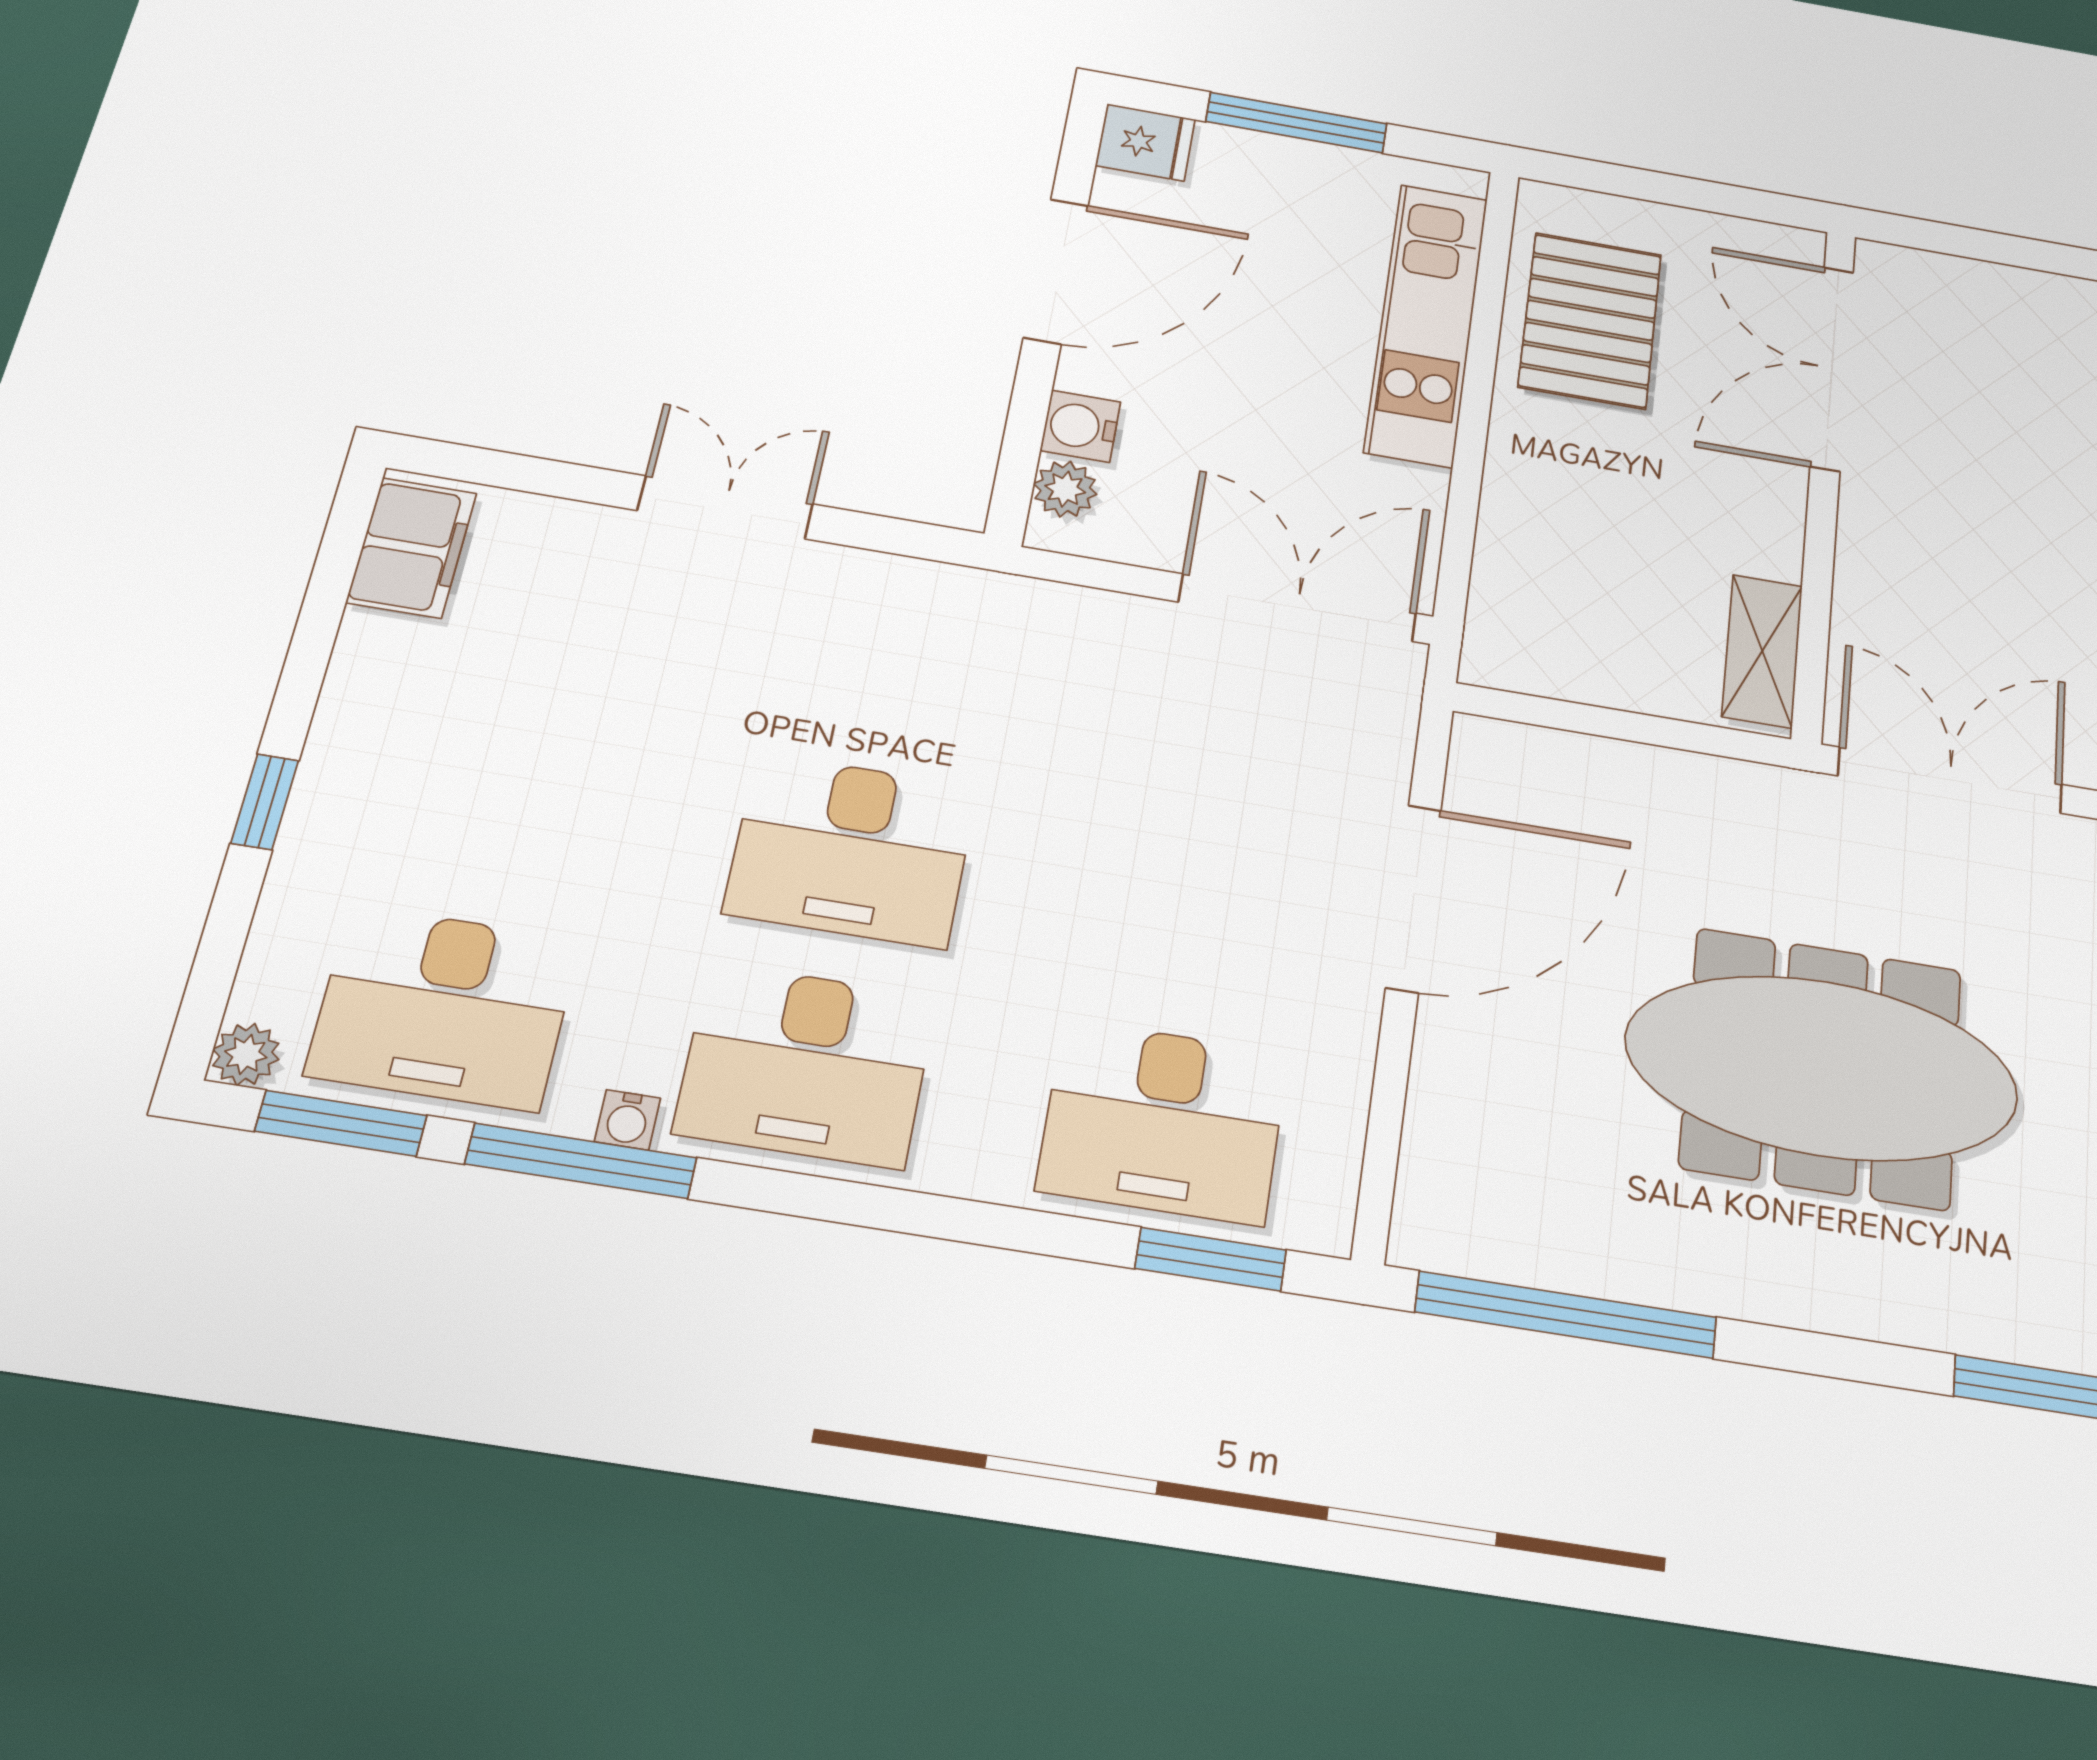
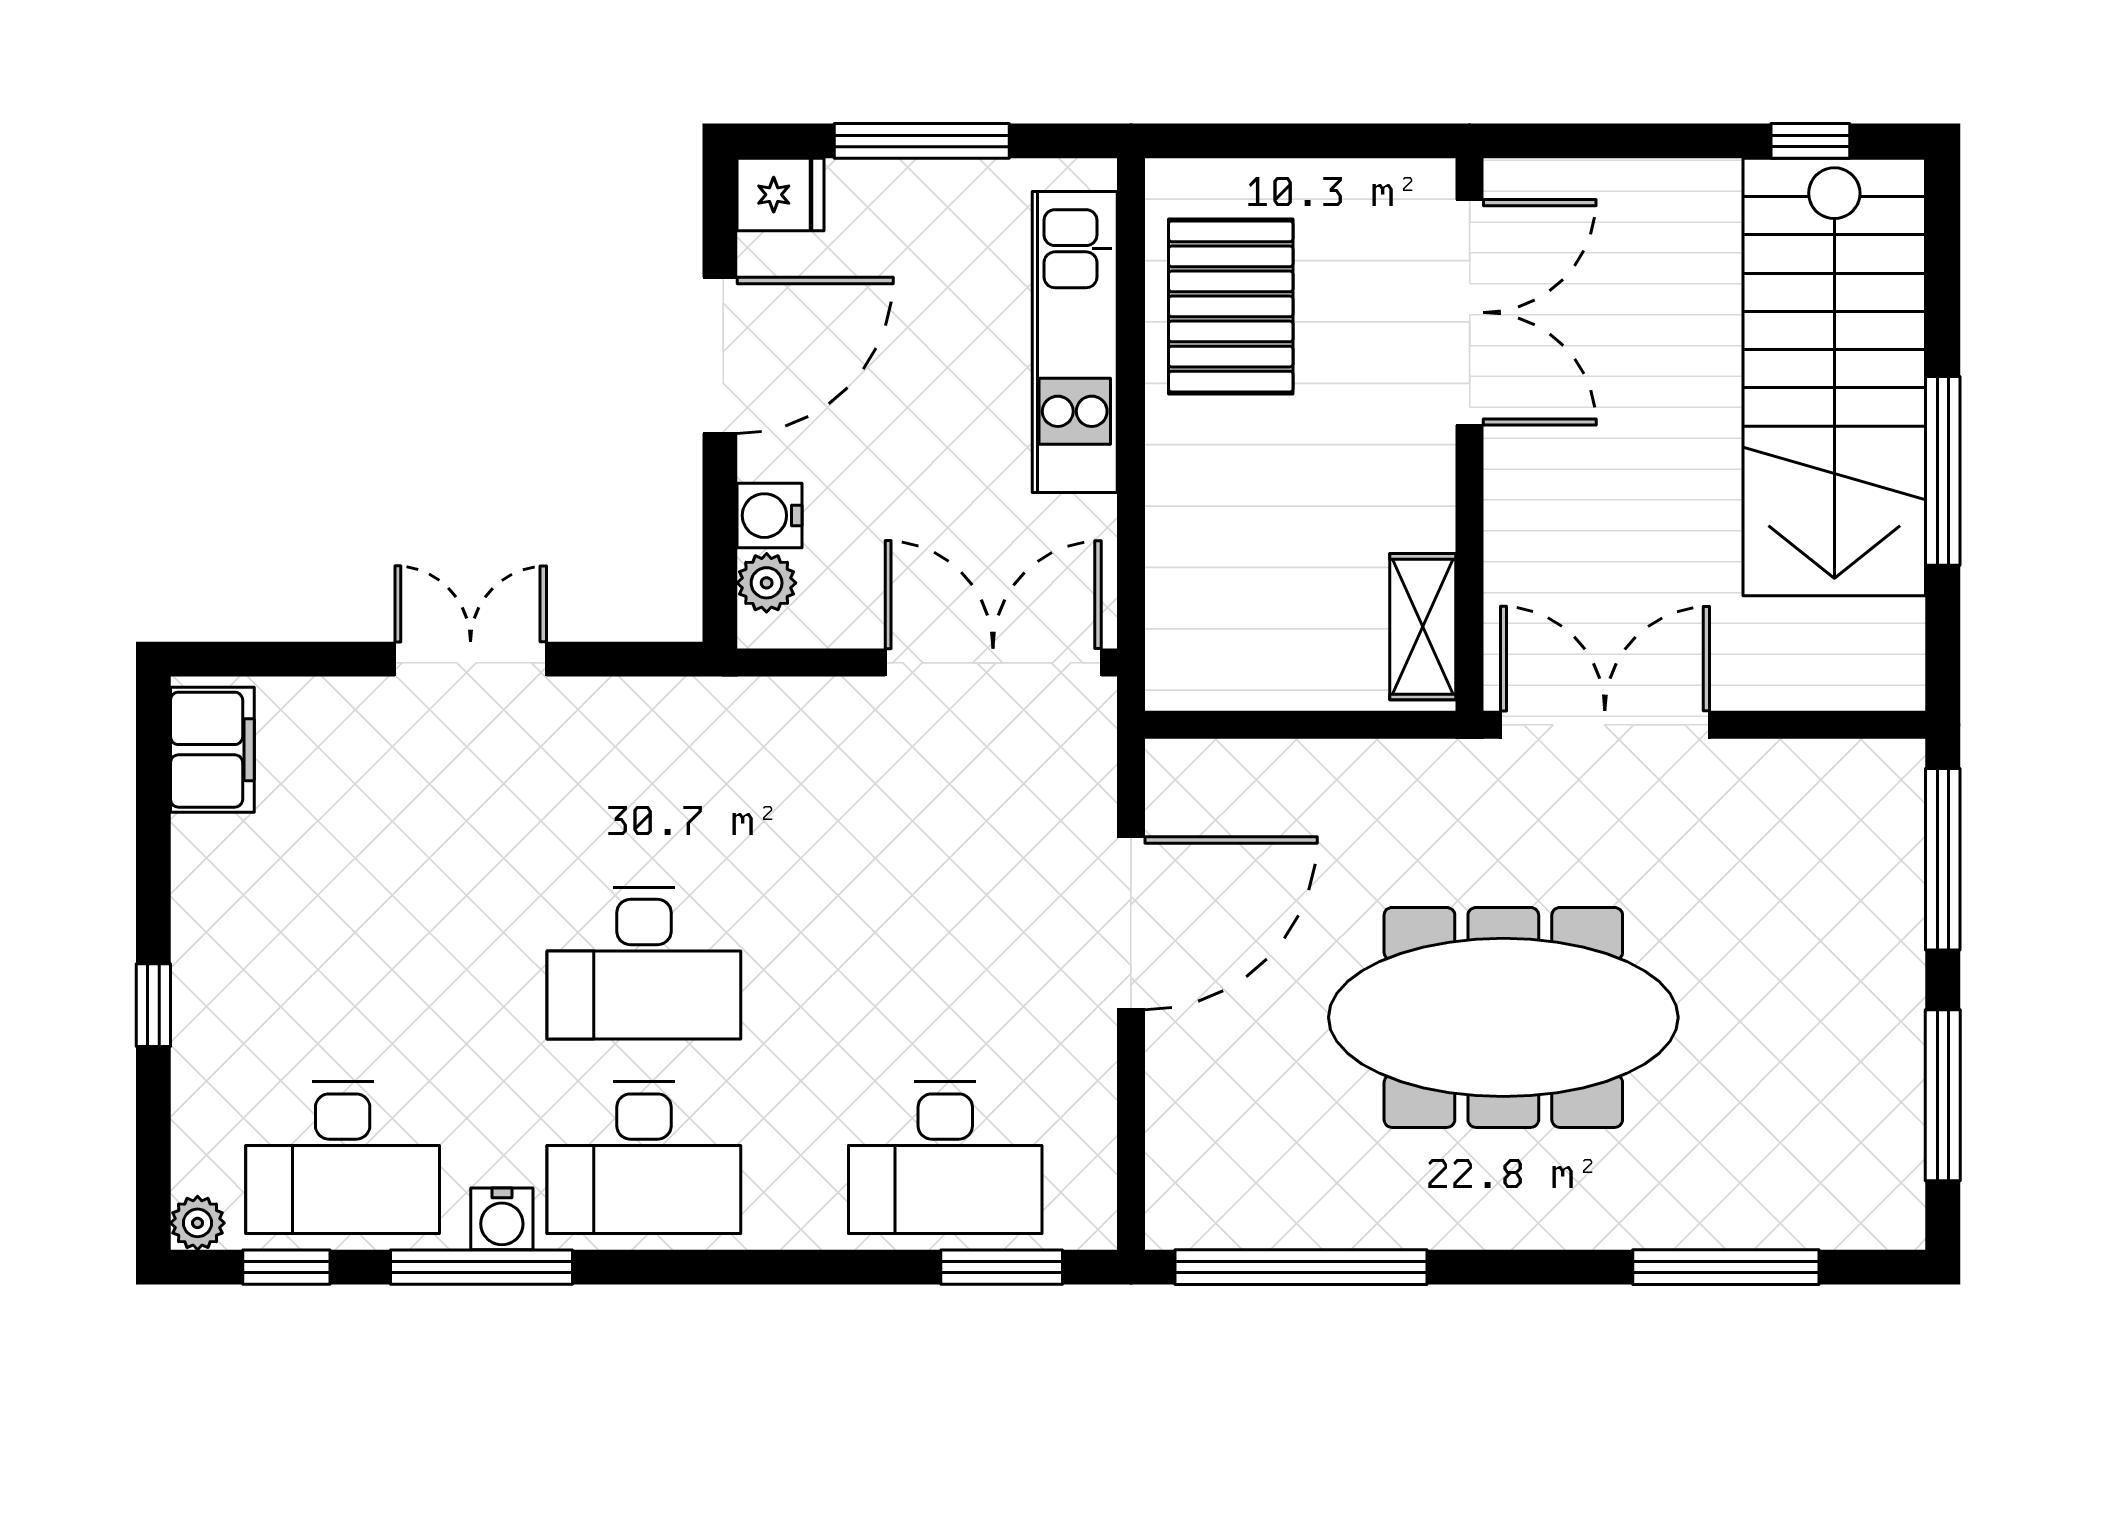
double door: (1832, 368) -> (1470, 312), swing flipped
water cooler: (627, 1120) -> (502, 1219), width x1.38, depth x1.38
window: (341, 1123) -> (286, 1267), width x0.67

